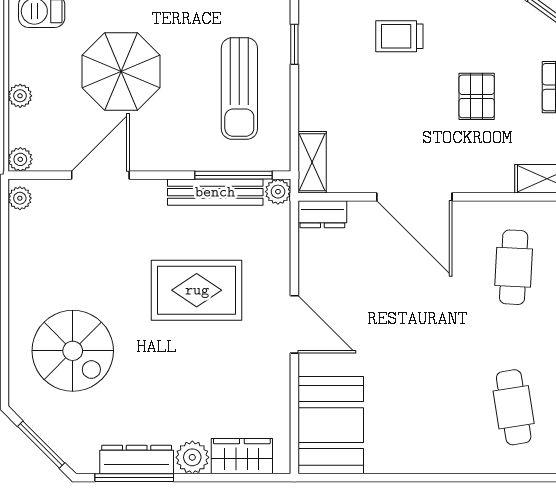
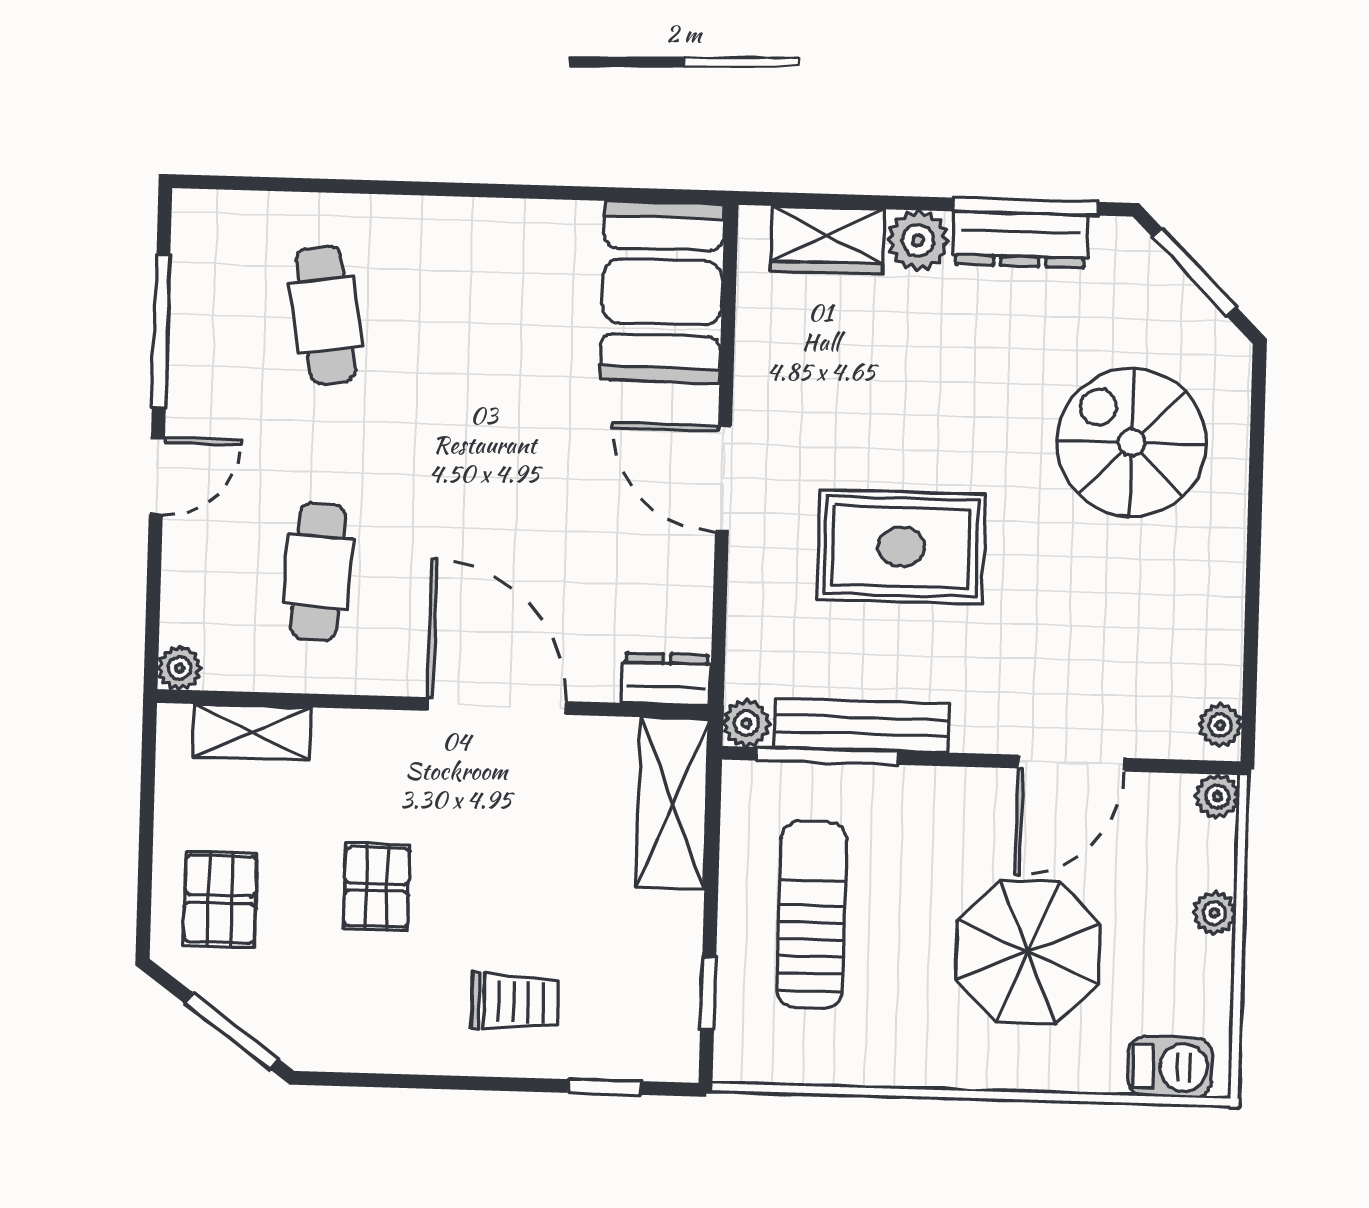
shelving: (312, 162) -> (673, 803), width x1.50, depth x1.33

